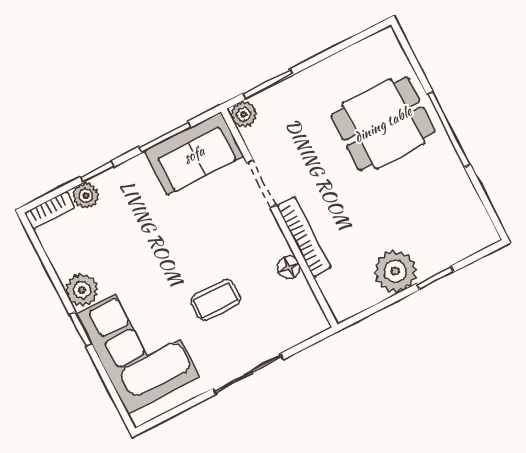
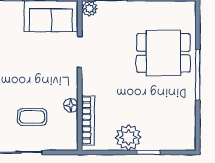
bookcase: (304, 237) -> (88, 120), moved
coffee table: (216, 300) -> (32, 117), moved

